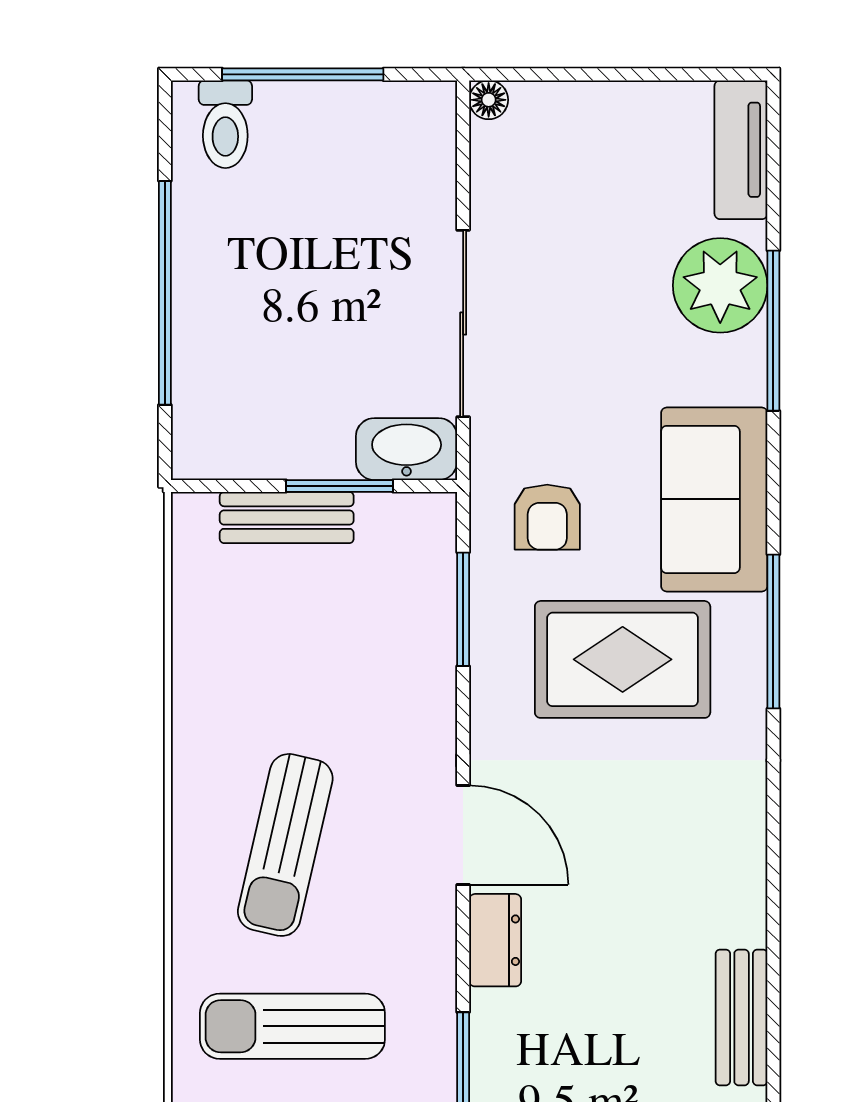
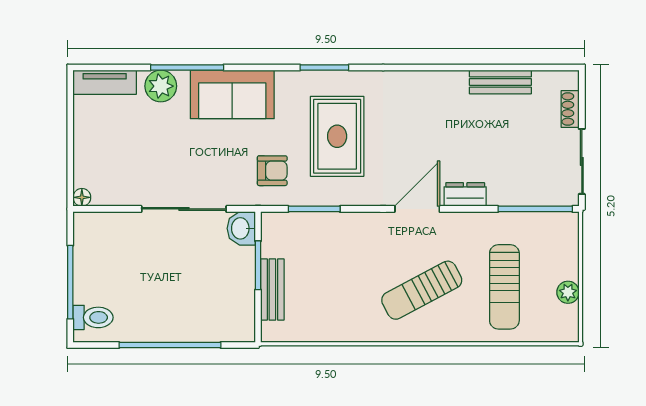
plant: (720, 285) -> (161, 86), width x0.73, depth x0.73
washbasin: (407, 449) -> (241, 228), width x0.72
sofa: (714, 499) -> (232, 94), moved
window: (773, 631) -> (324, 67), width x0.69
sun lounger: (285, 845) -> (422, 290), turned 139

